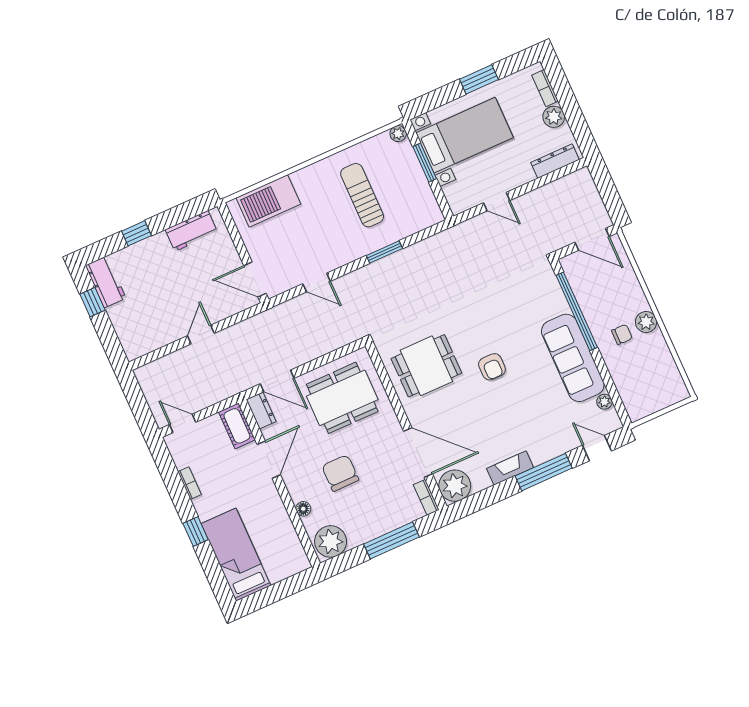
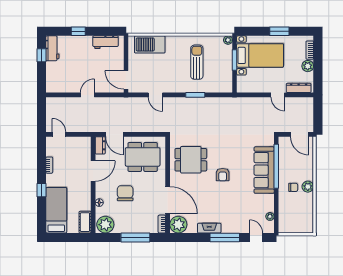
door: (497, 202) -> (278, 95), moved
sofa: (573, 358) -> (264, 170), moved
cot: (237, 426) -> (85, 222), moved

